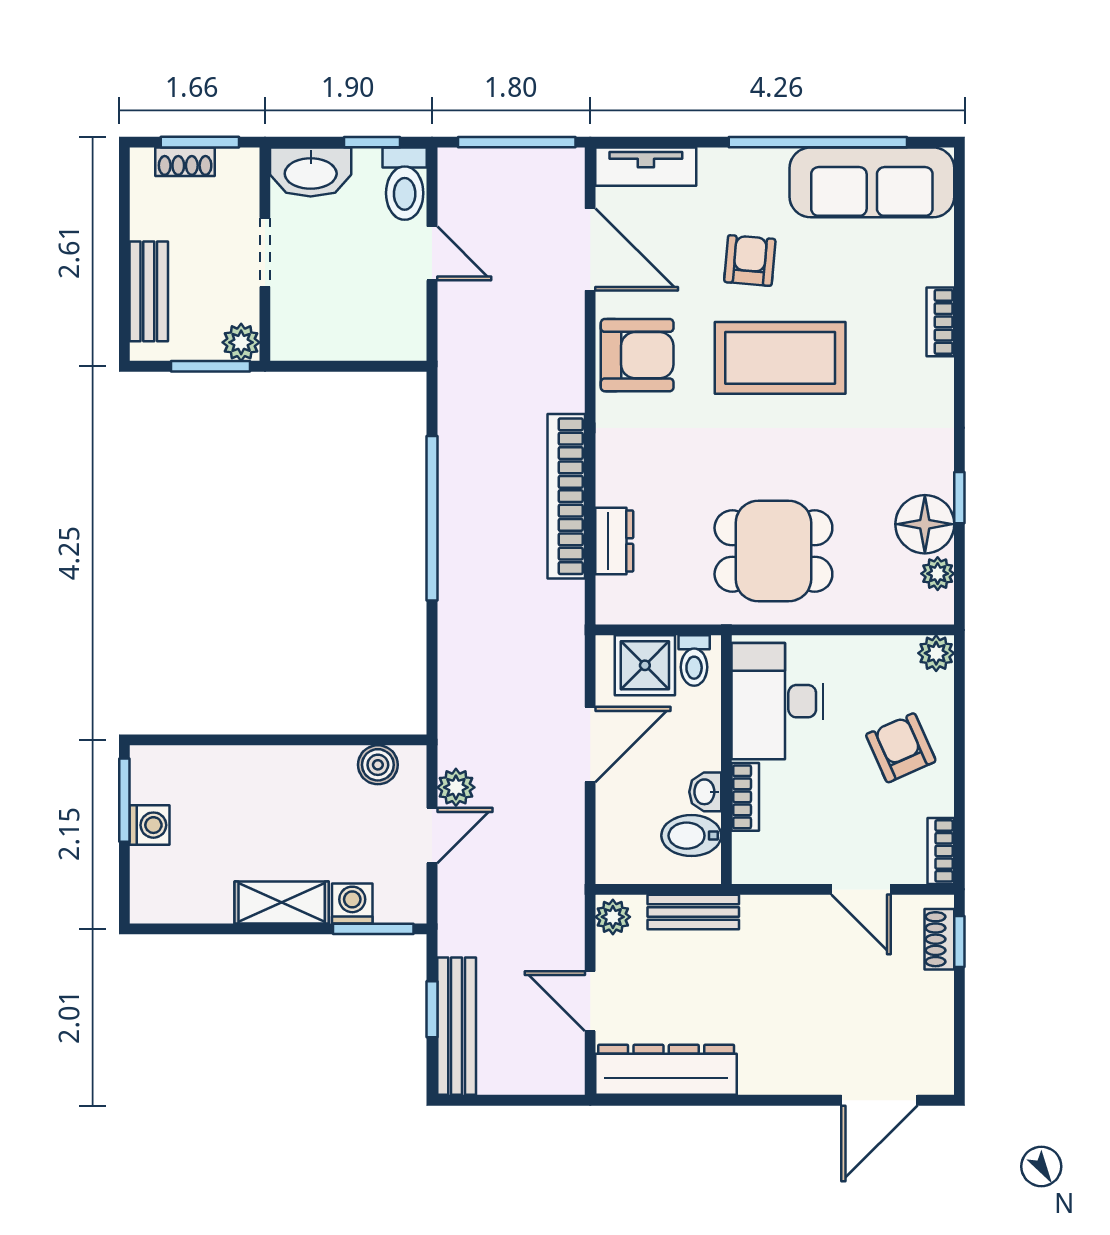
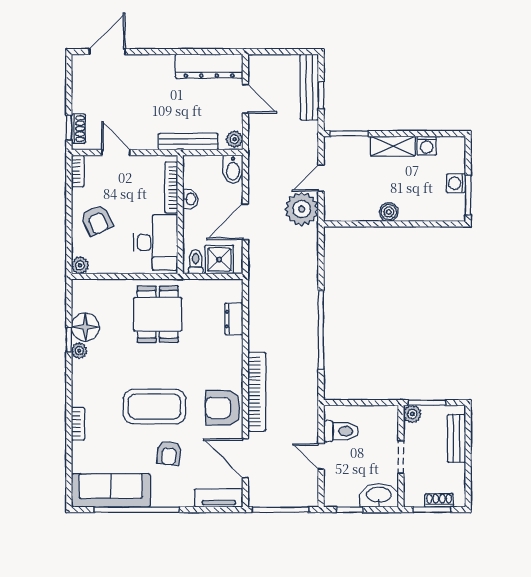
toilet: (405, 184) -> (341, 431), moved, turned 90
bookcase: (566, 496) -> (257, 392), moved
dining table: (773, 551) -> (158, 314), turned 90
plant: (938, 574) -> (79, 351), moved
boiler: (378, 765) -> (389, 212), moved
plant: (456, 787) -> (302, 209), width x1.87, depth x1.87
bookcase: (745, 797) -> (171, 188), width x1.56
bidet: (691, 836) -> (233, 169), moved, turned 90
washing machine: (352, 903) -> (427, 146), moved
bench: (693, 912) -> (188, 142), width x1.36

